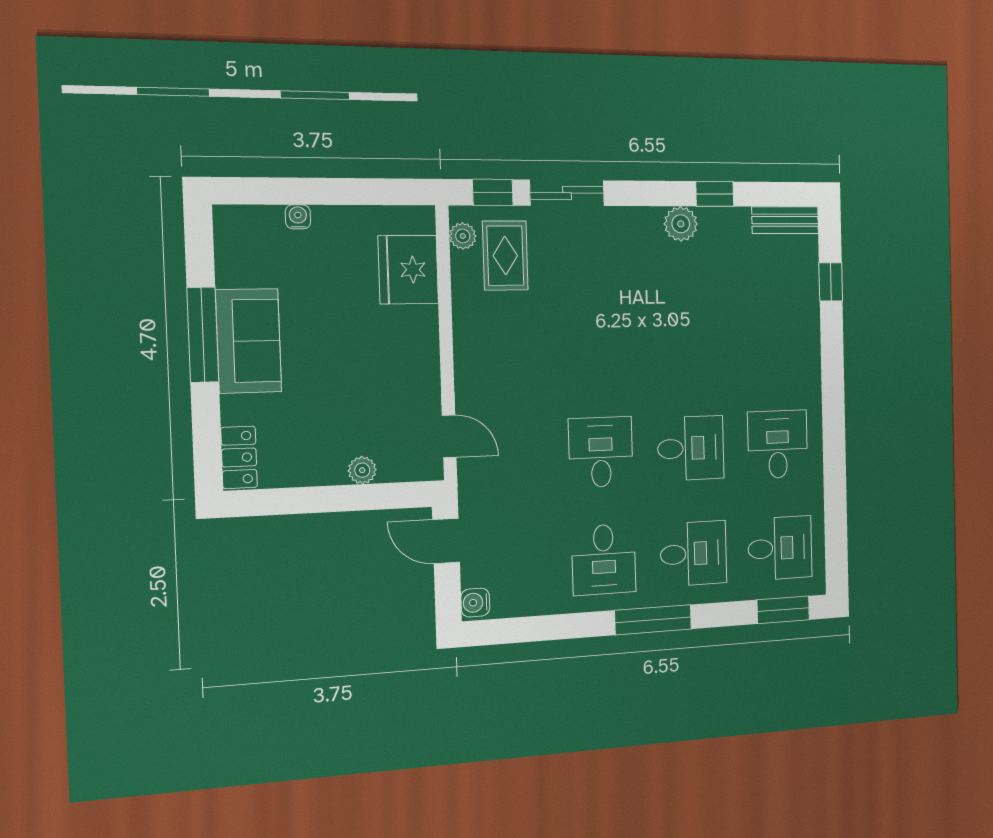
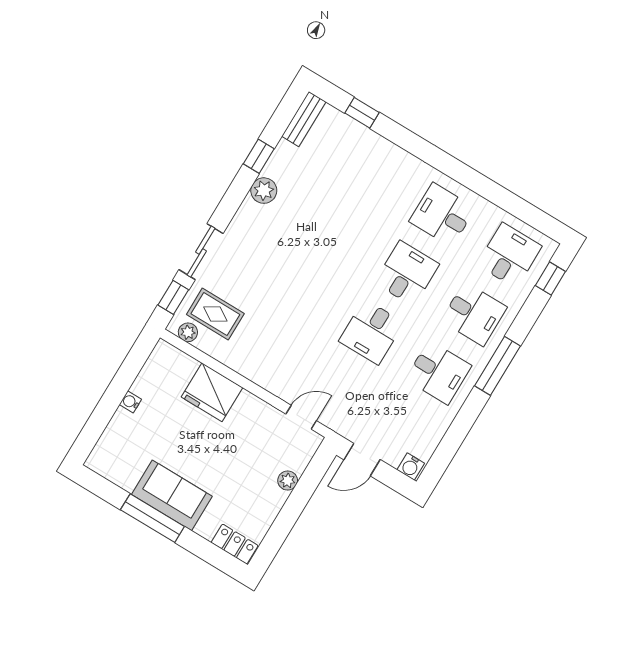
water cooler: (298, 217) -> (130, 402), moved
fridge: (408, 270) -> (212, 392), moved
desk: (601, 452) -> (371, 332), turned -90
desk: (693, 554) -> (474, 314), turned 90
window: (783, 610) -> (550, 278), width x0.67

